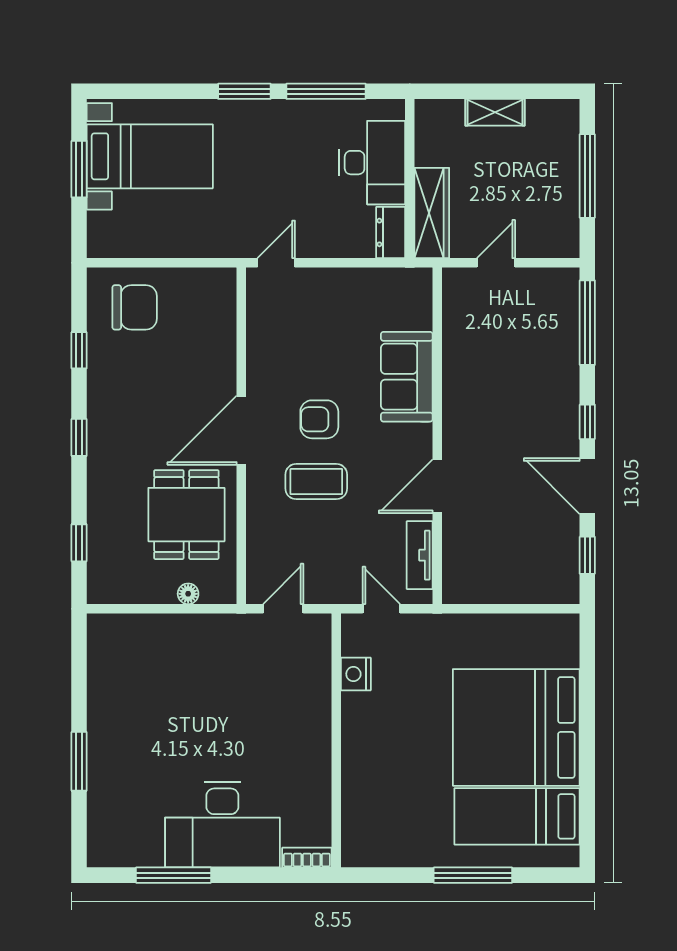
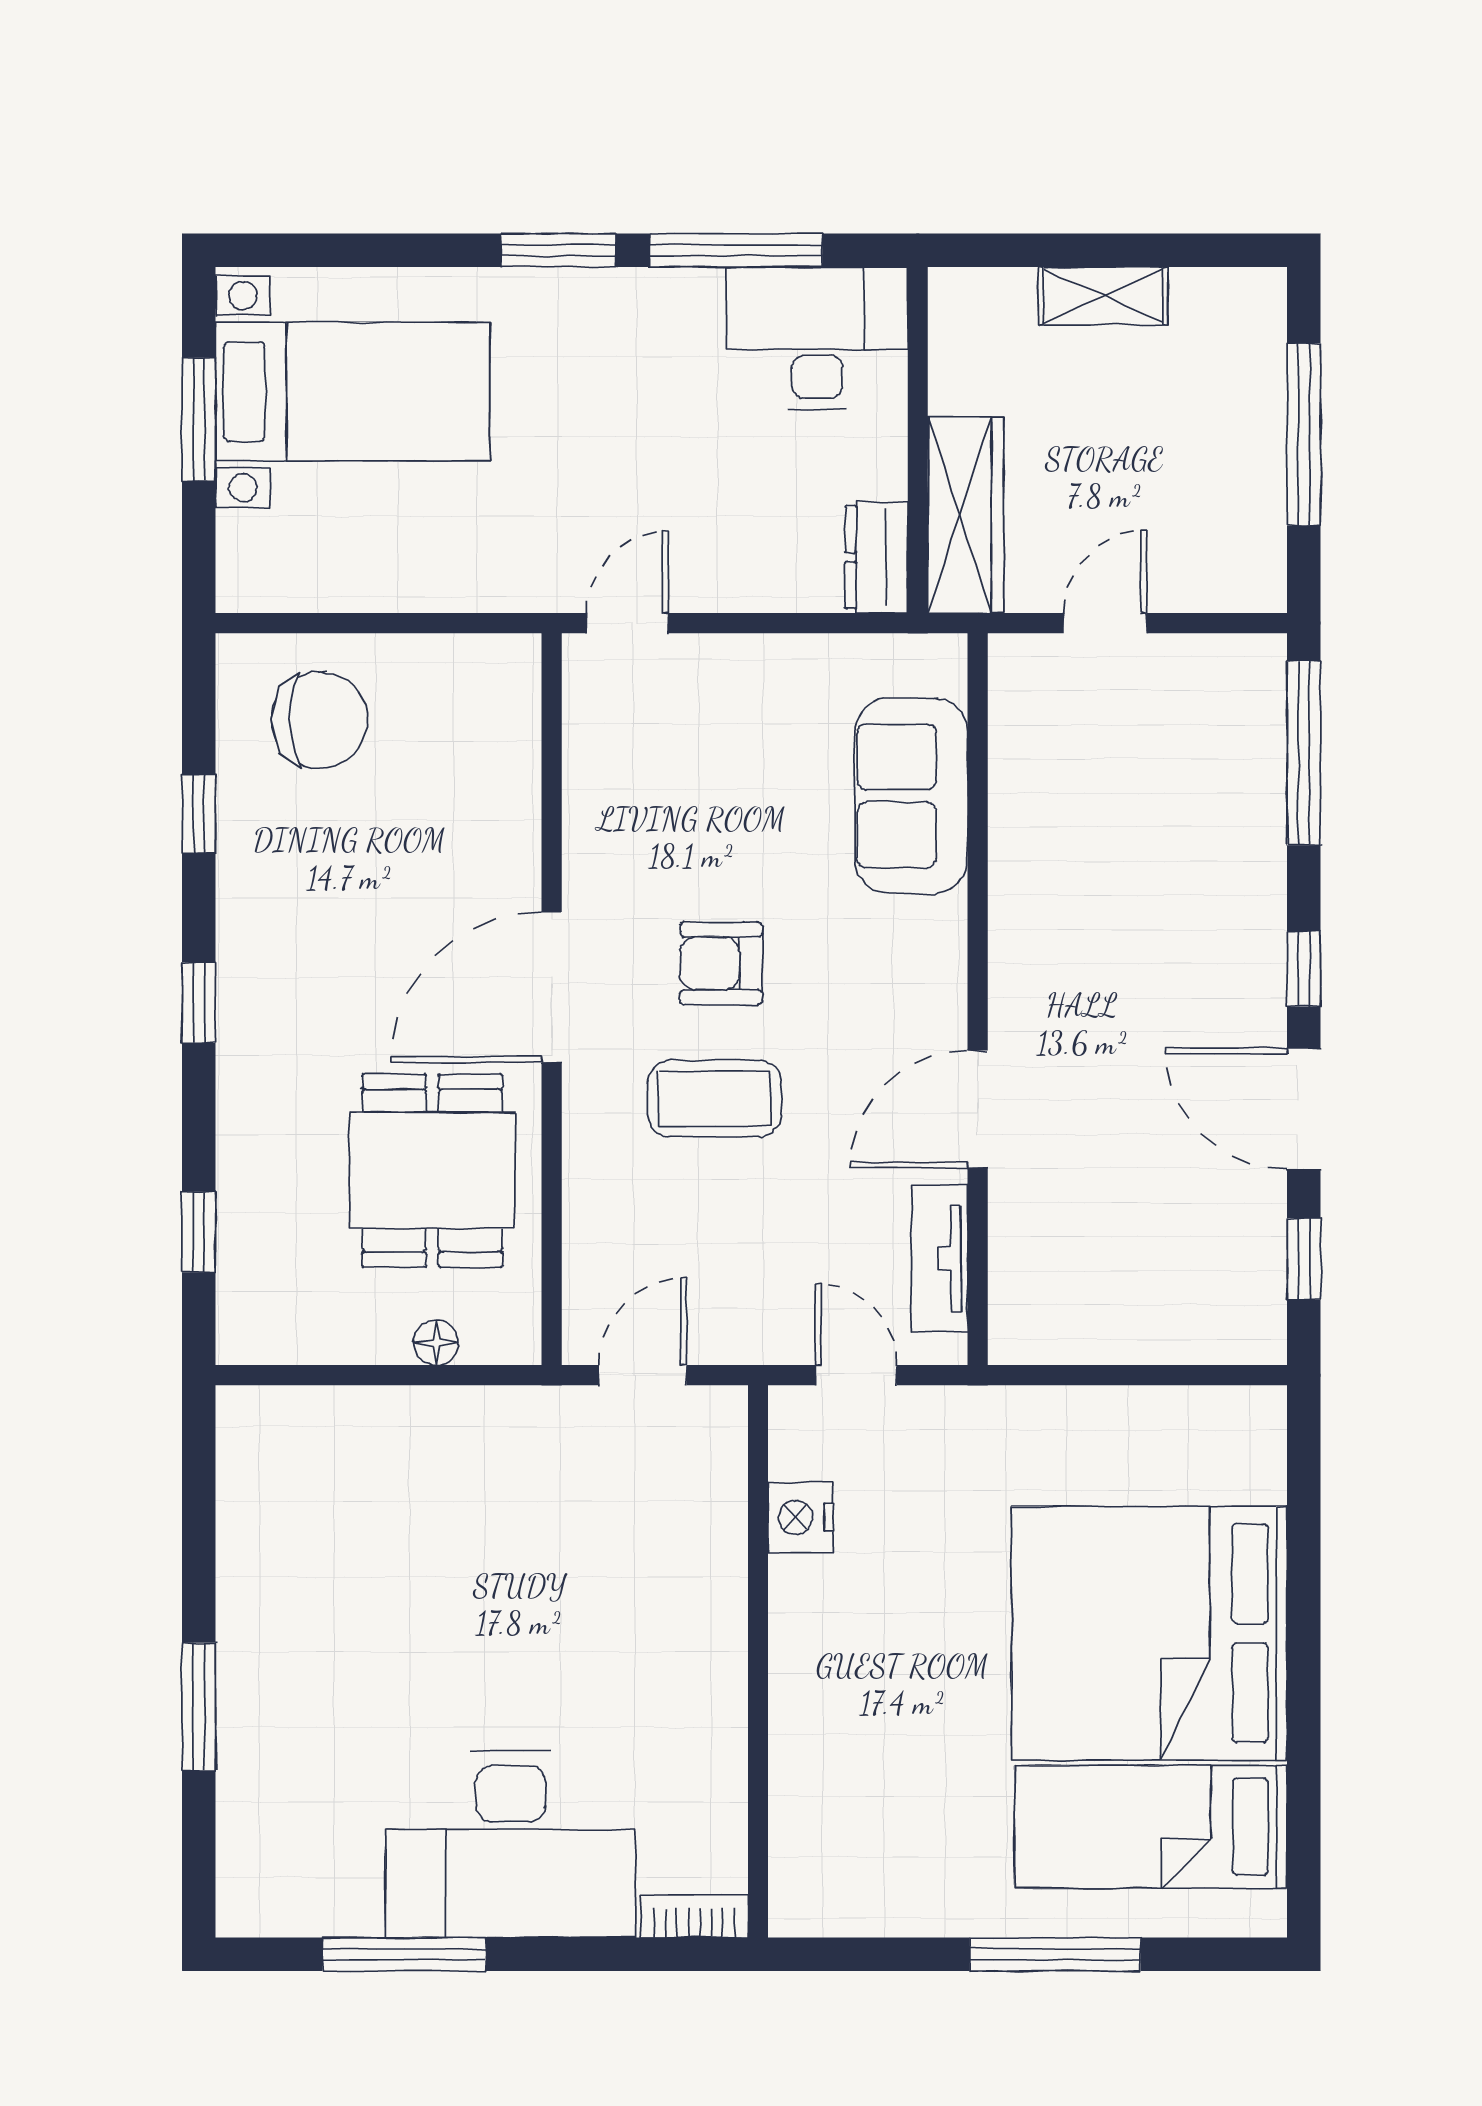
desk: (372, 163) -> (817, 338), moved, turned -90
sofa: (407, 377) -> (911, 796), moved

